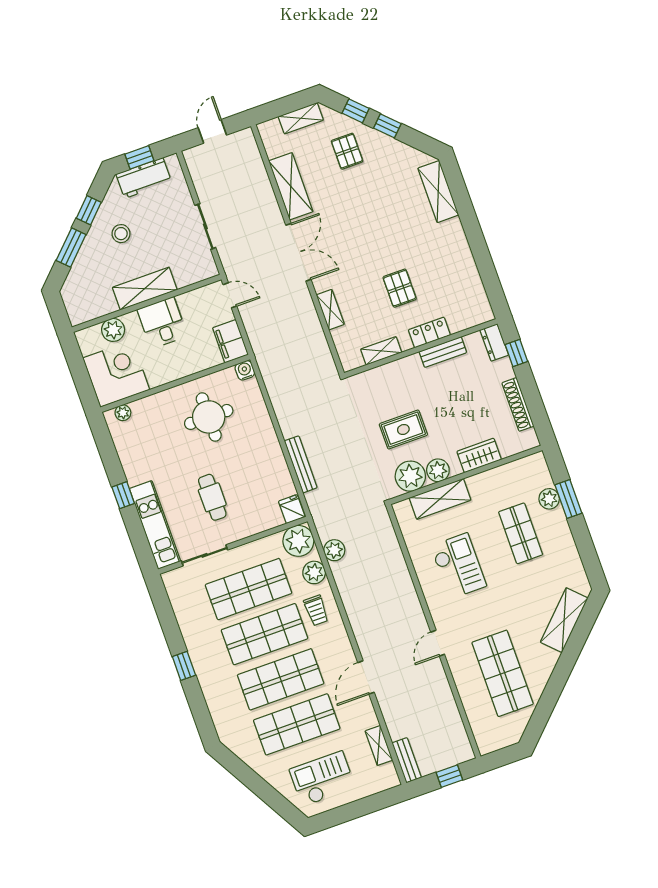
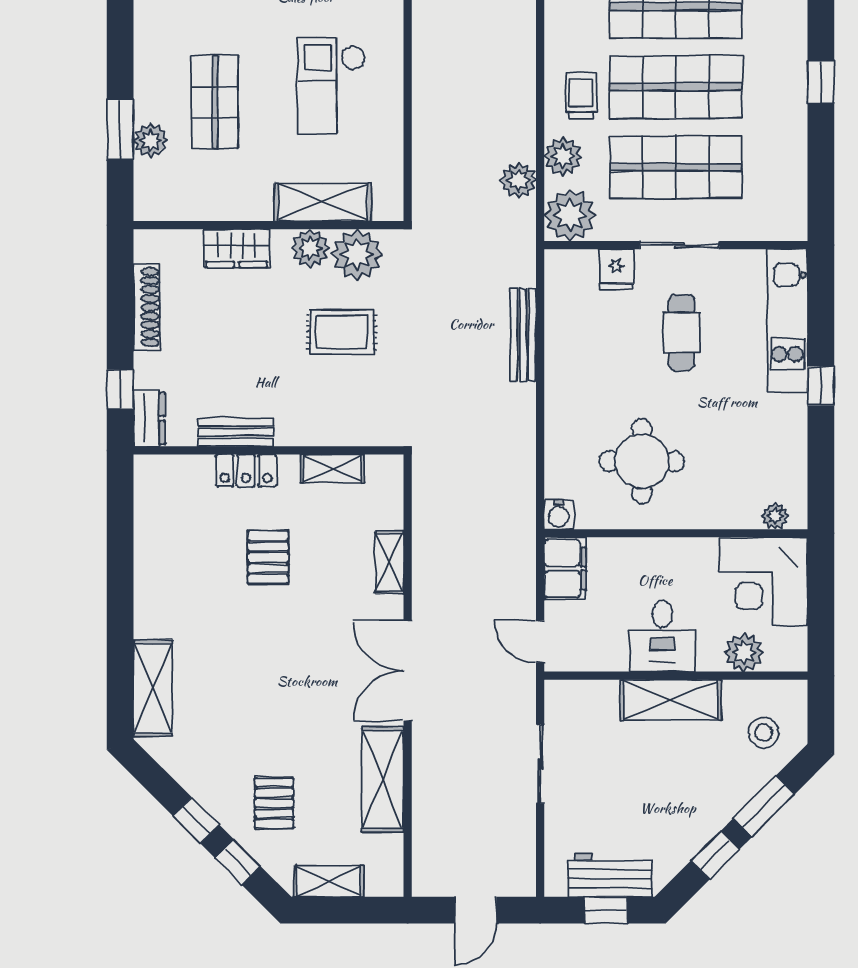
stool: (121, 234) -> (764, 733), moved
fridge: (292, 509) -> (616, 269), moved
sliding door: (204, 555) -> (679, 245), moved

